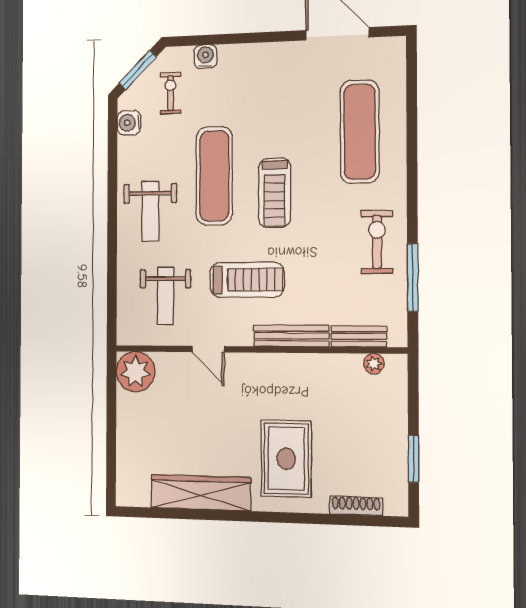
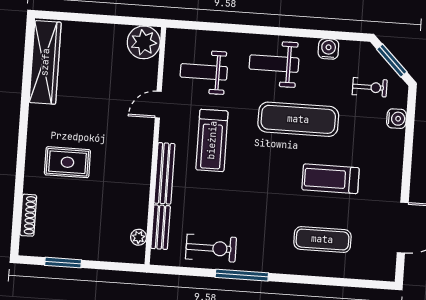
water cooler: (129, 123) -> (328, 49), moved
exercise mat: (360, 132) -> (322, 239), width x0.73, depth x0.69
treadmill: (275, 193) -> (331, 179), moved
exercise bike: (377, 242) -> (211, 248), moved
window: (413, 278) -> (242, 275), moved
rug: (286, 459) -> (67, 162), width x0.73, depth x0.70
wardrobe: (201, 493) -> (45, 62), moved

